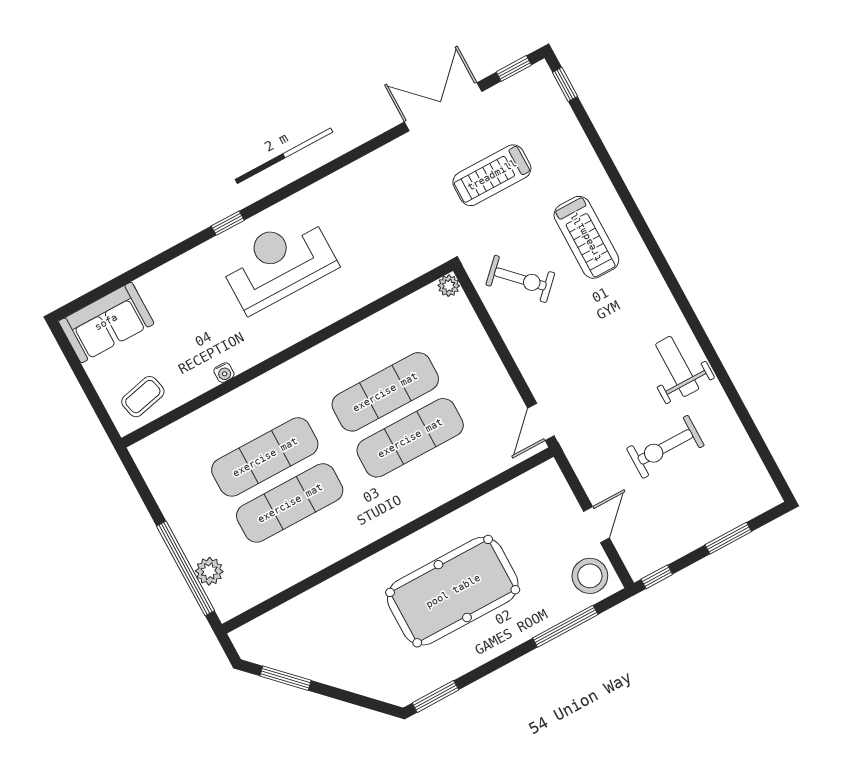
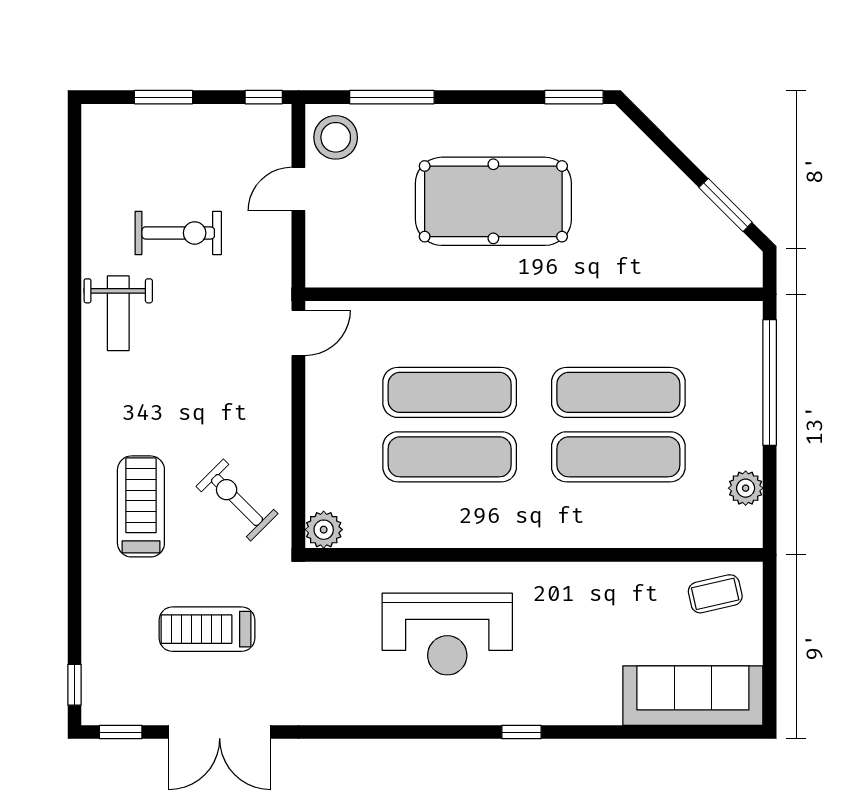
treadmill: (492, 175) -> (207, 629), turned 180
reception desk: (278, 263) -> (447, 634), moved
plant: (449, 286) -> (324, 530), width x1.38, depth x1.38
sofa: (106, 322) -> (693, 696), width x1.36
water cooler: (224, 373) -> (613, 572), removed
plant: (209, 571) -> (746, 488), moved

